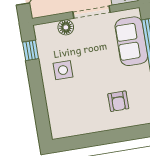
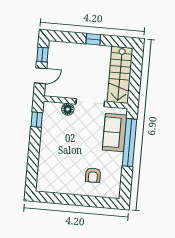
side table: (63, 70) -> (57, 141), removed

